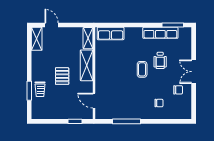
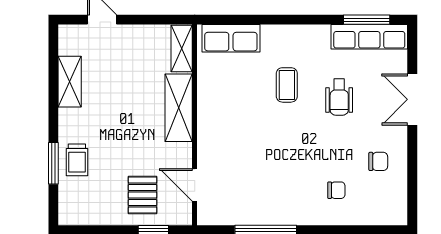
row of seats: (160, 33) -> (369, 37), moved
shelving: (37, 39) -> (70, 82), moved
coffee table: (142, 69) -> (287, 85), moved
double door: (194, 72) -> (412, 99), moved
pallet: (62, 76) -> (143, 195), moved

